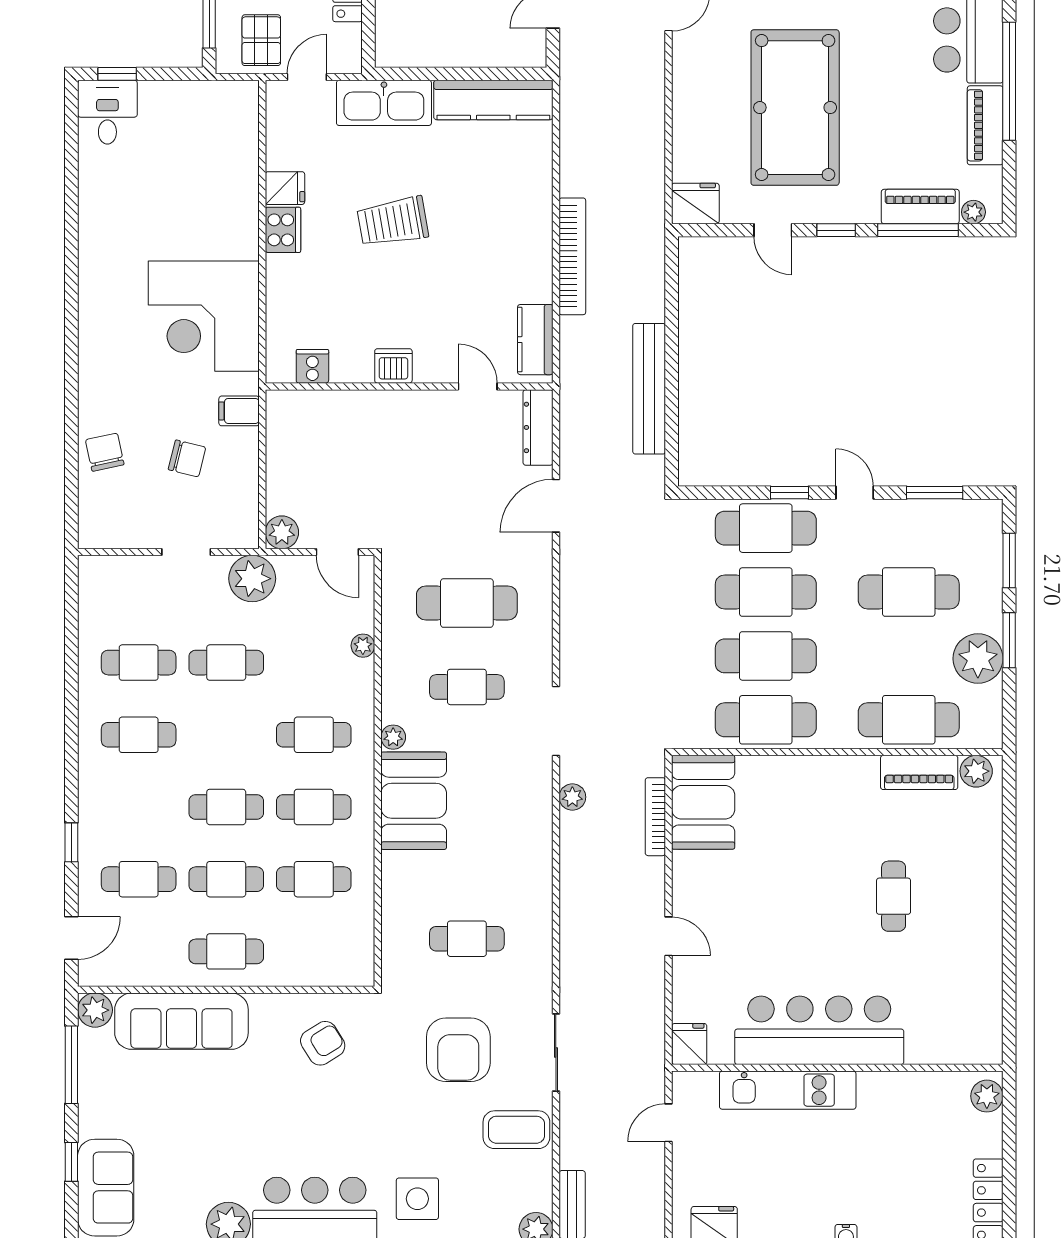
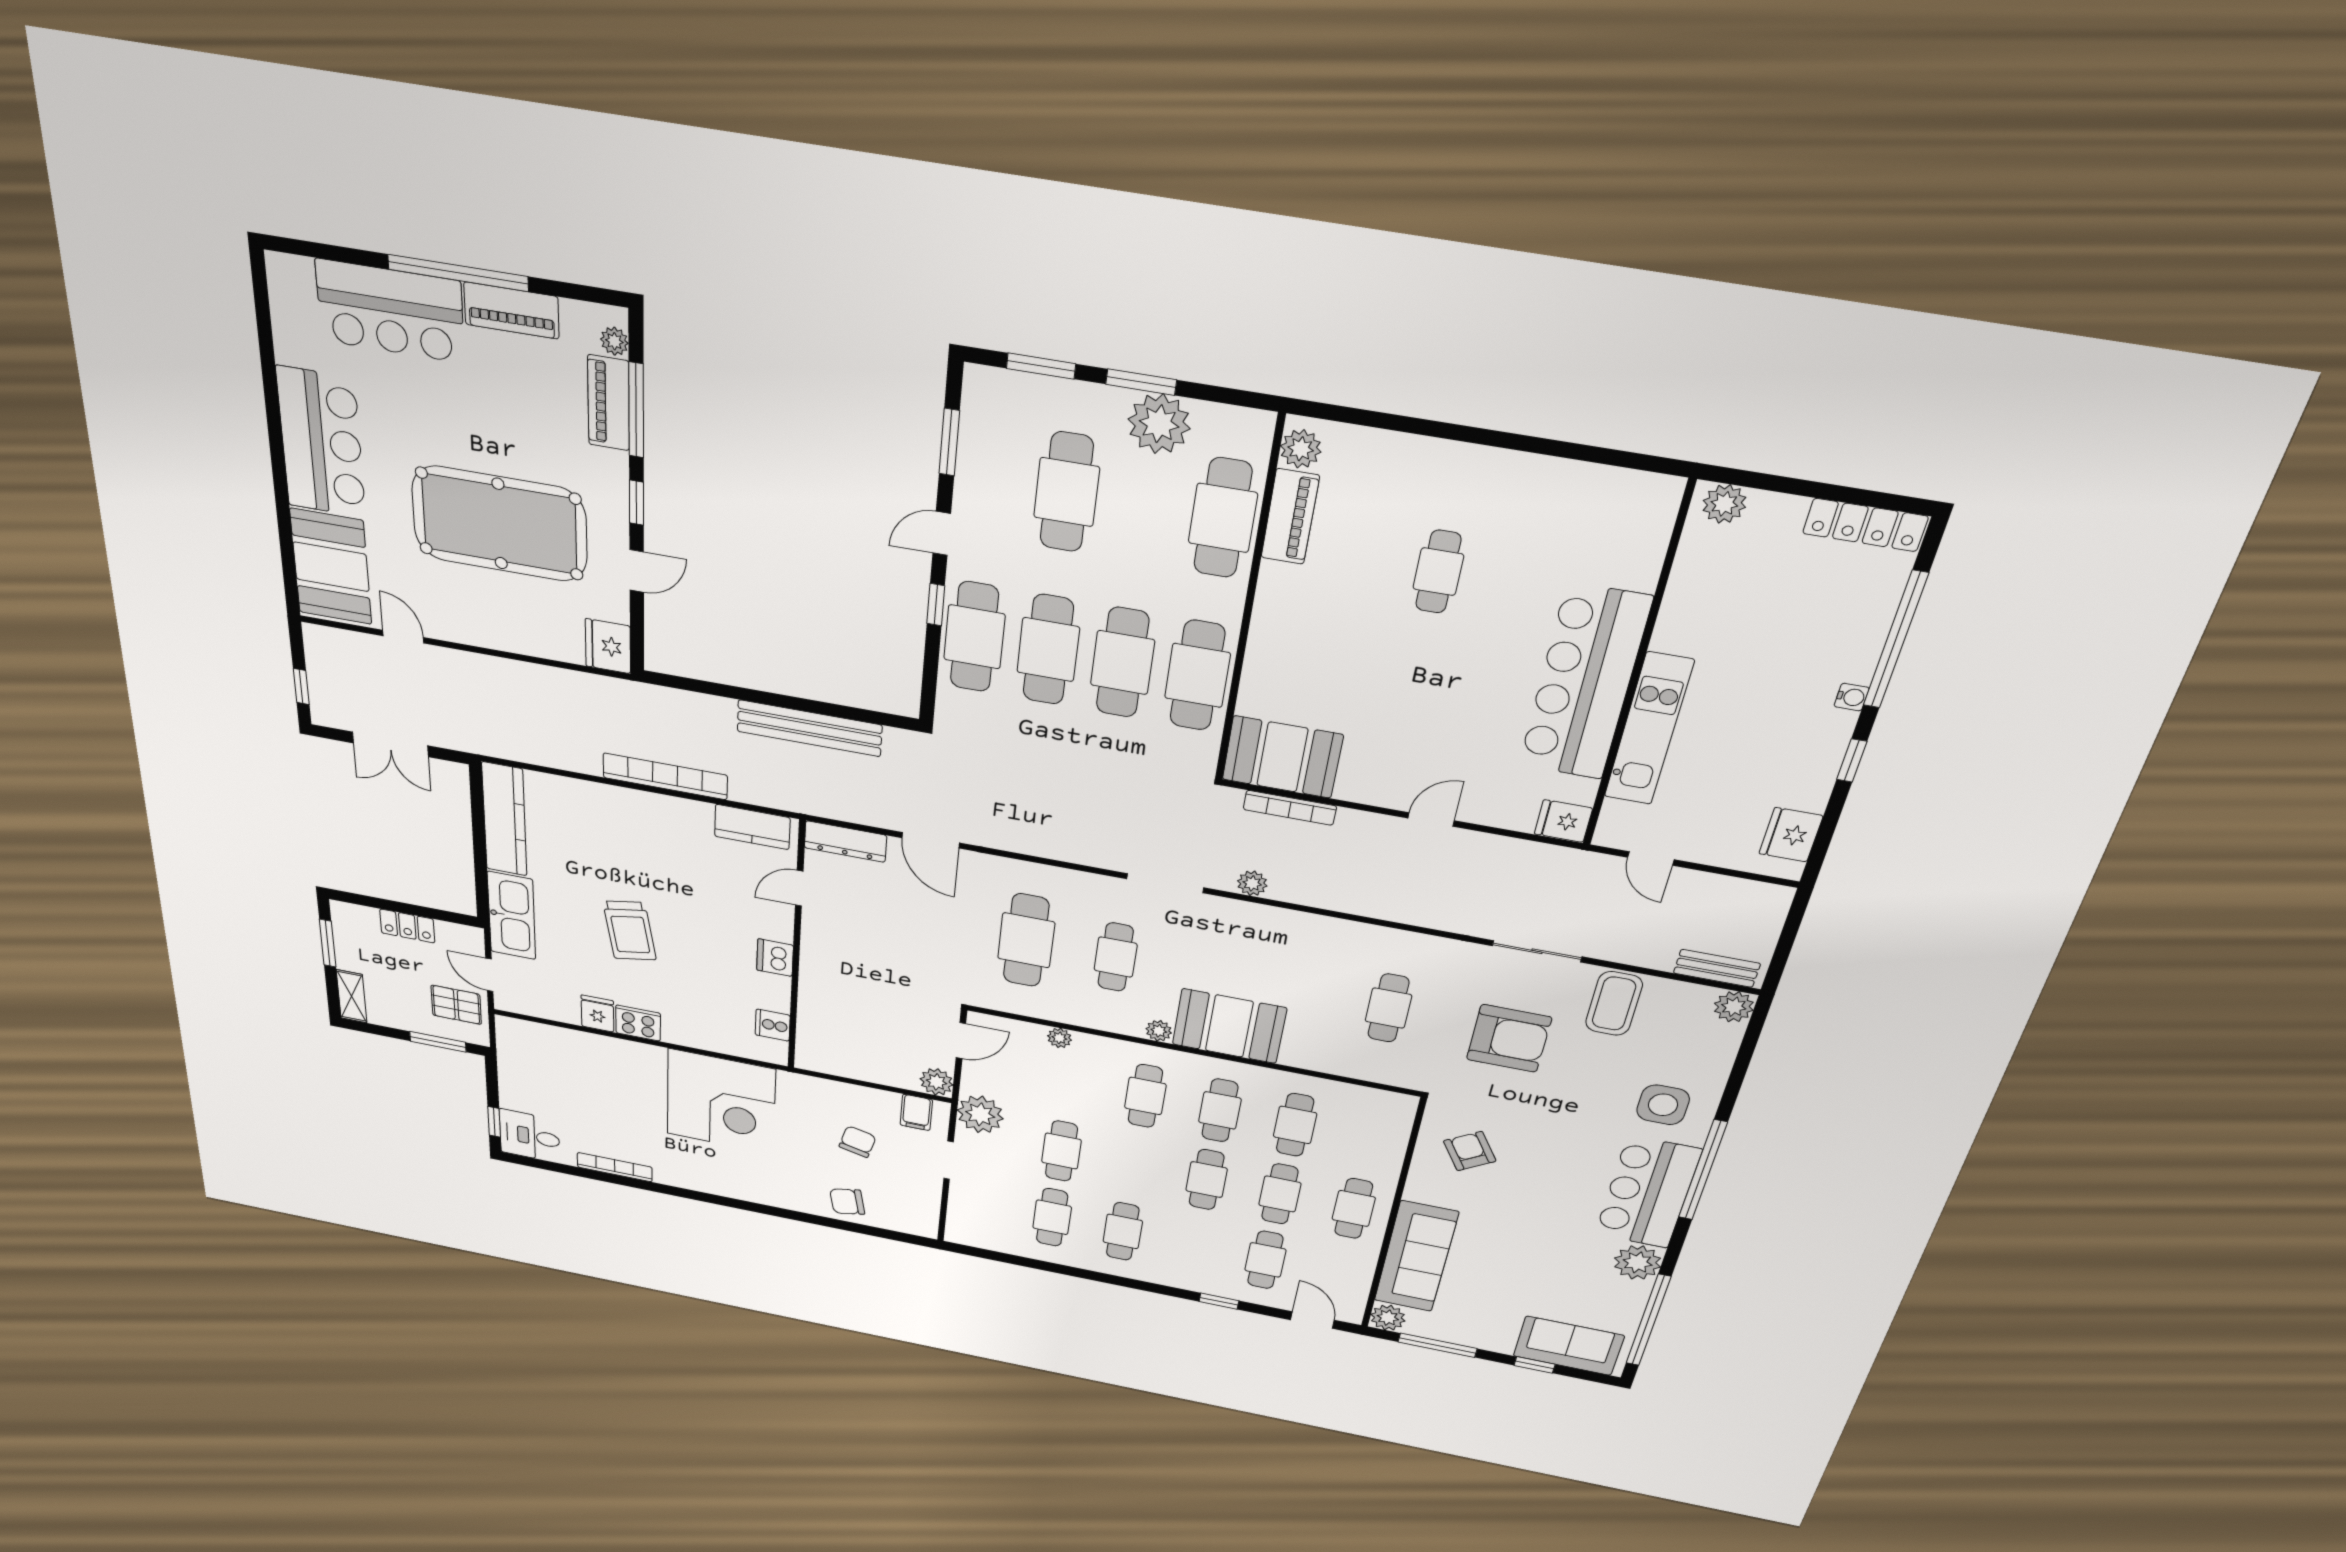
bookcase: (88, 204) -> (615, 1167), added
filing cabinet: (239, 411) -> (916, 1112), moved
cafe table: (894, 896) -> (1438, 572), turned 90

